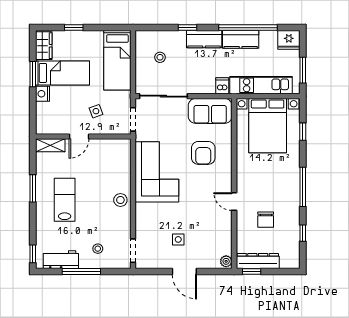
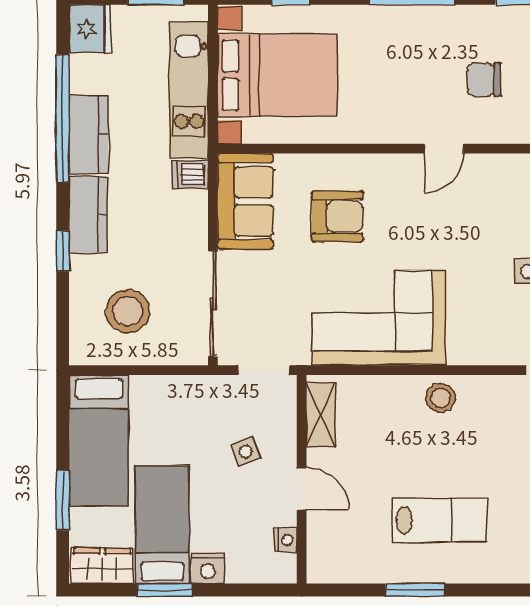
window: (74, 28) -> (63, 500), width x1.50
stool: (160, 57) -> (128, 311), width x1.89, depth x1.89
bed: (117, 60) -> (99, 440), moved, turned 90
nightstand: (55, 129) -> (285, 540), added
shelving: (50, 145) -> (321, 415), moved
lab bench: (65, 200) -> (440, 520), turned 180
chair: (266, 220) -> (484, 80), turned 180

